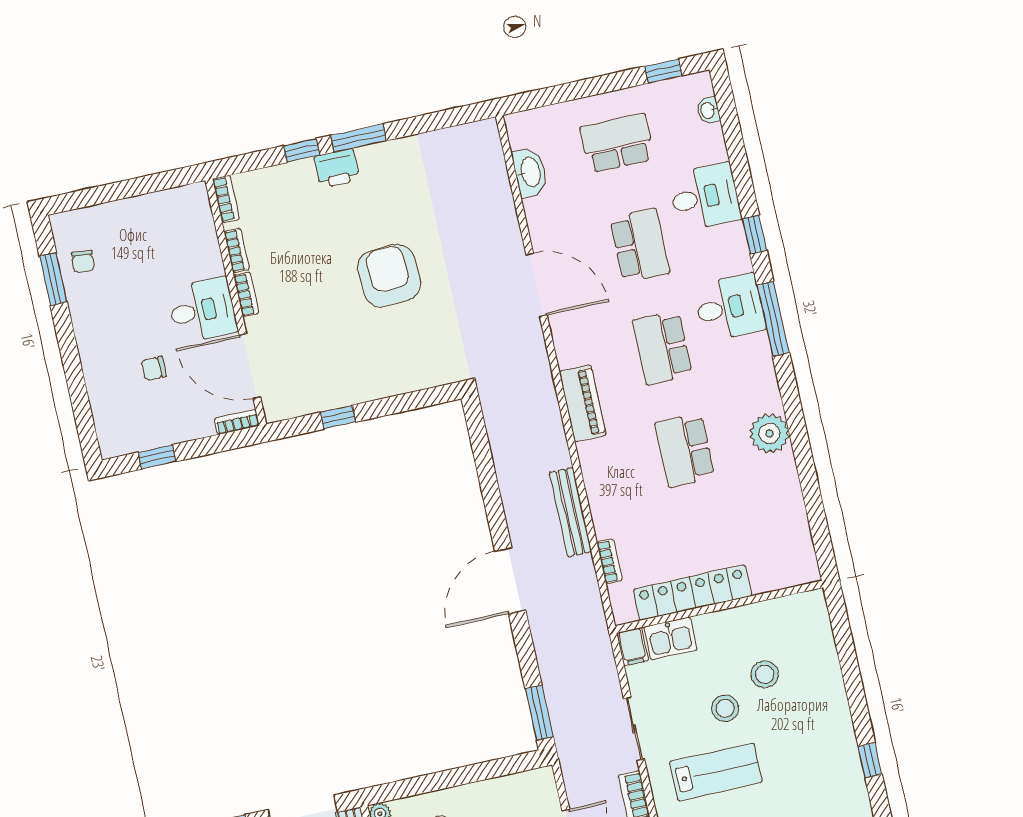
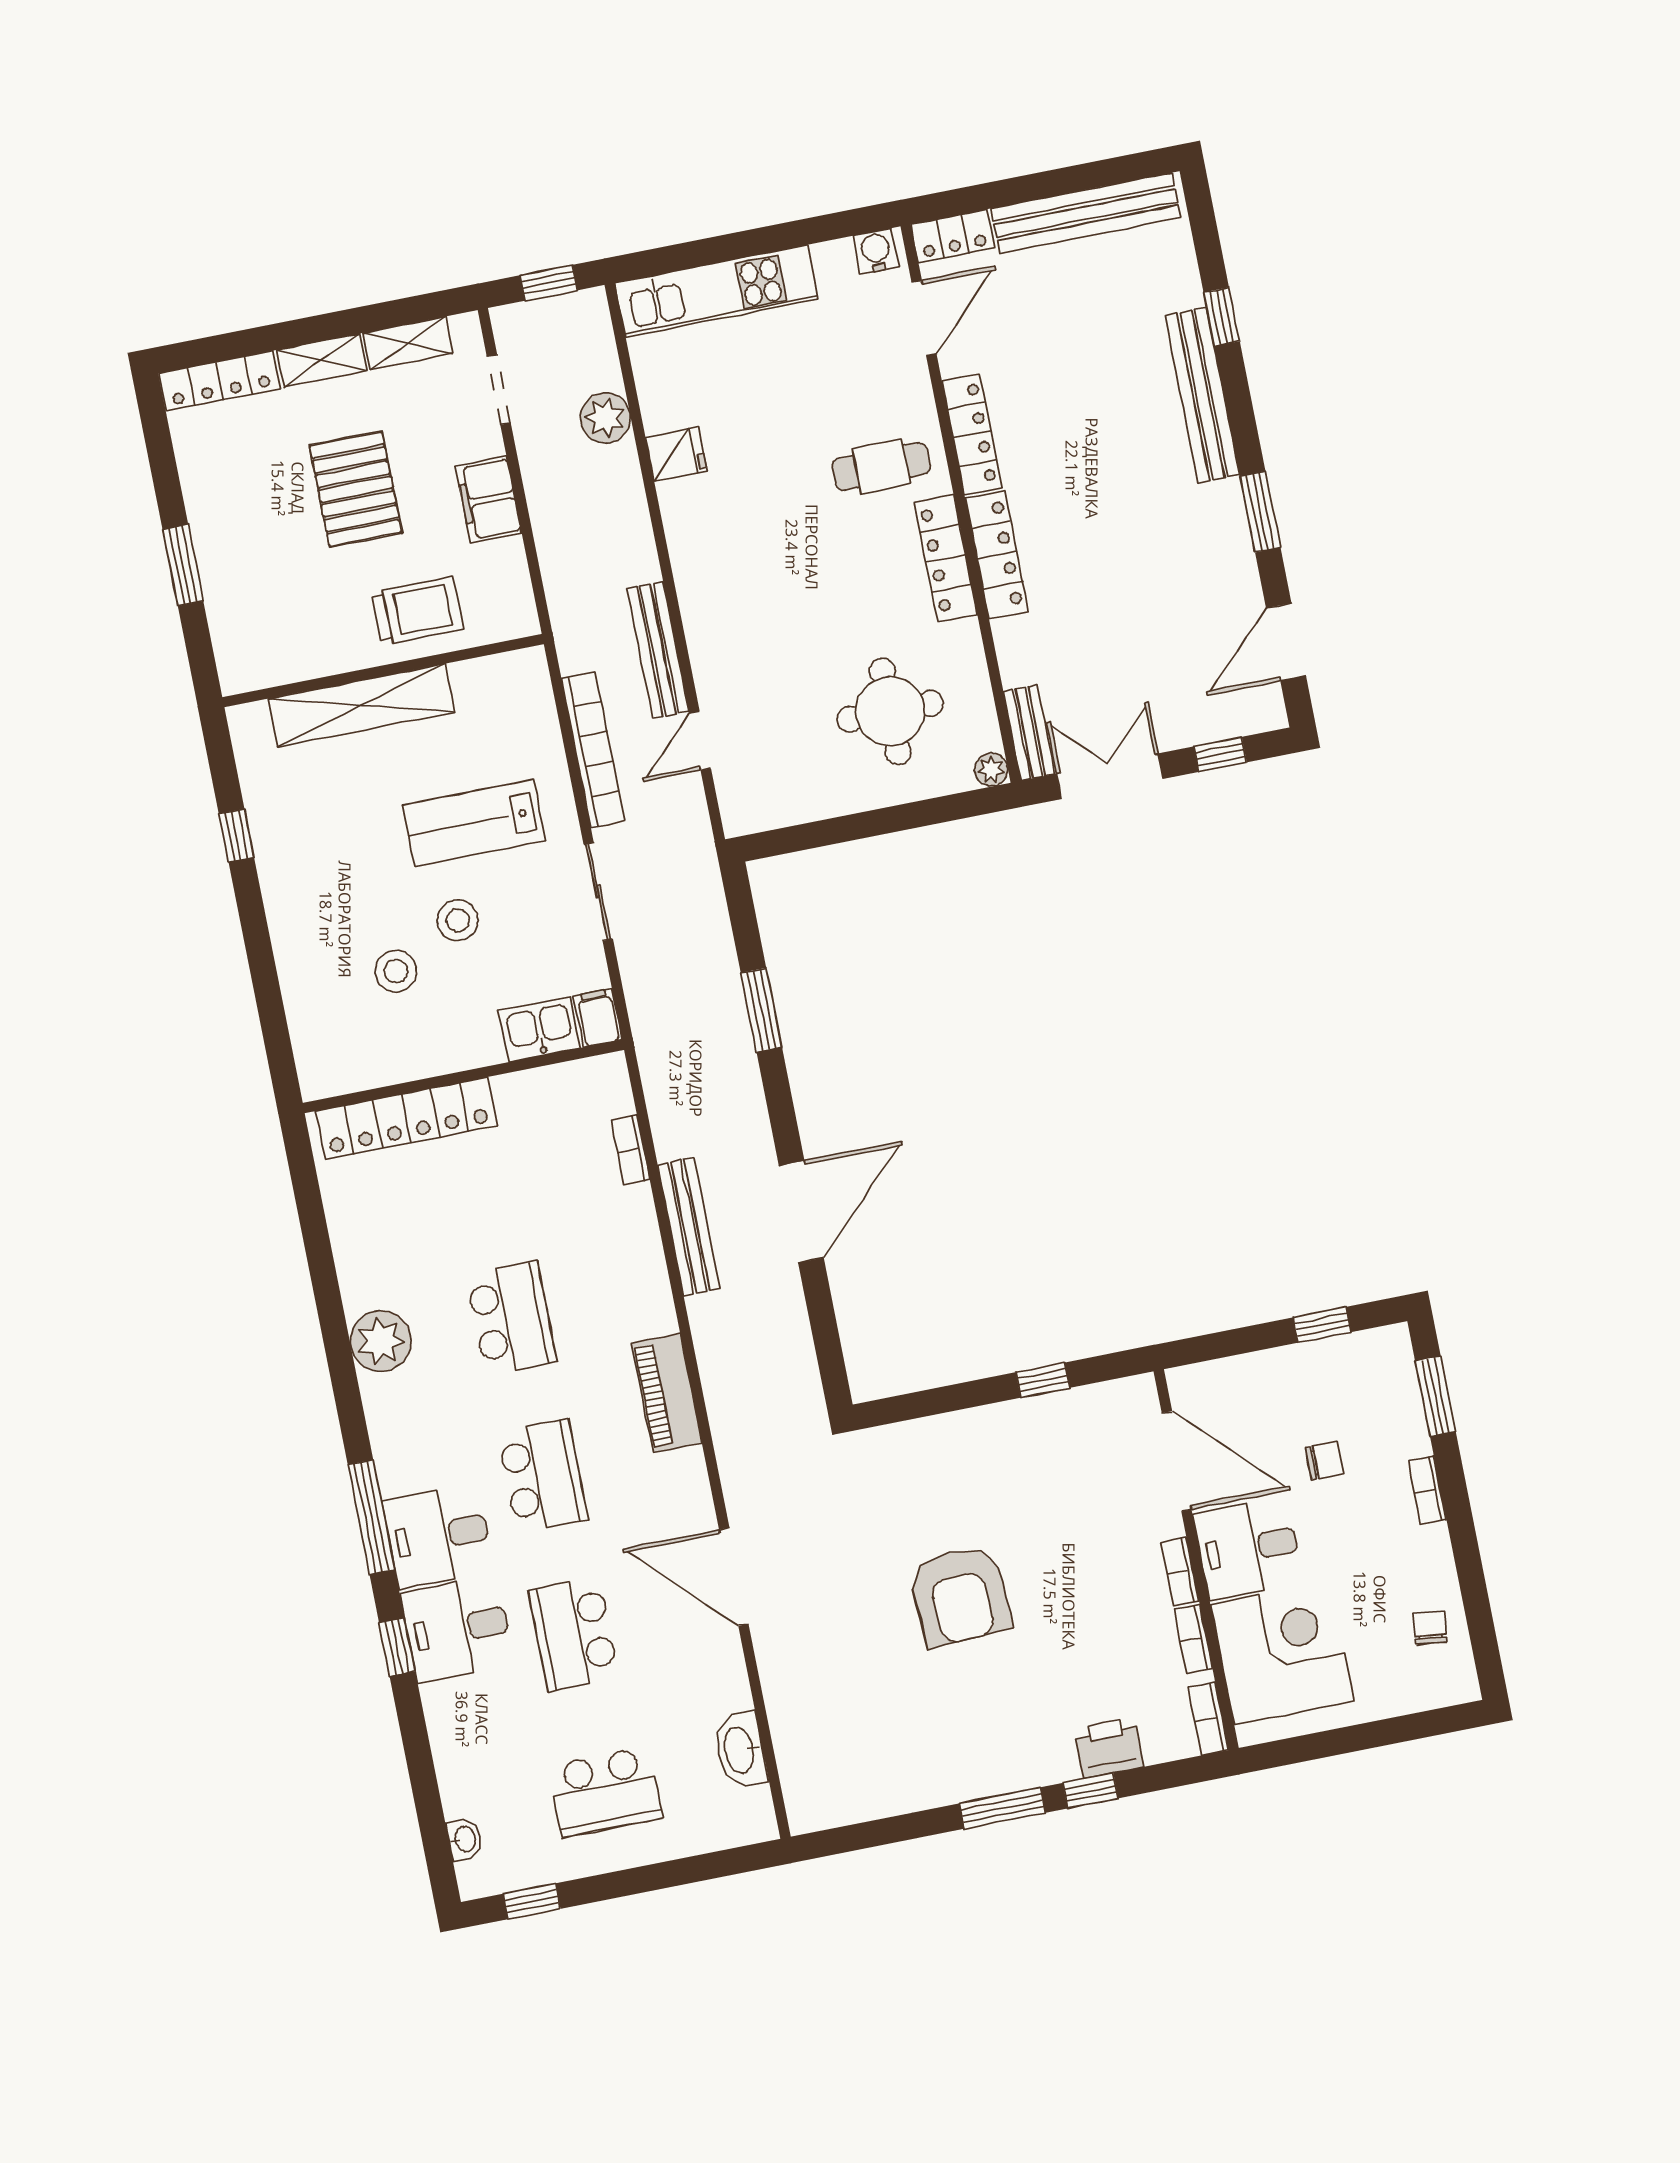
printer: (337, 168) -> (1109, 1748), moved
desk: (705, 197) -> (457, 1629), moved
corner desk: (179, 243) -> (1282, 1653), added
window: (53, 279) -> (1435, 1396), moved
bookcase: (237, 422) -> (1427, 1490), moved, turned 90
door: (510, 581) -> (801, 1212), moved
locker: (692, 593) -> (406, 1118), moved
window: (539, 713) -> (761, 1010), moved

